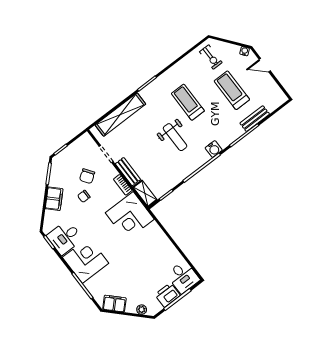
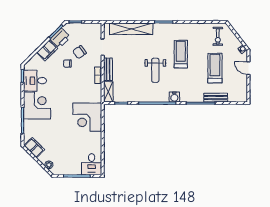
corner desk: (130, 216) -> (87, 117), moved
printer: (167, 295) -> (60, 38), moved, turned 135

